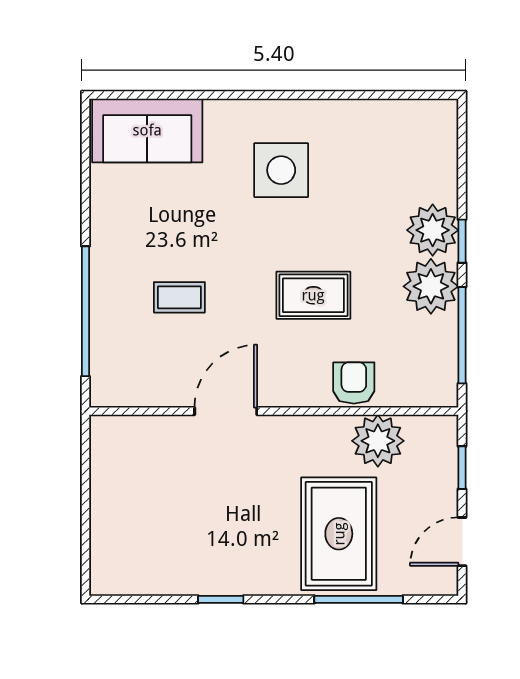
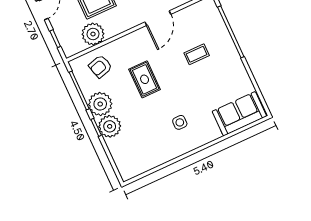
side table: (281, 170) -> (180, 122), width x0.54, depth x0.54
rug: (313, 295) -> (145, 79), turned 90
armchair: (354, 383) -> (100, 66), moved, turned 74

